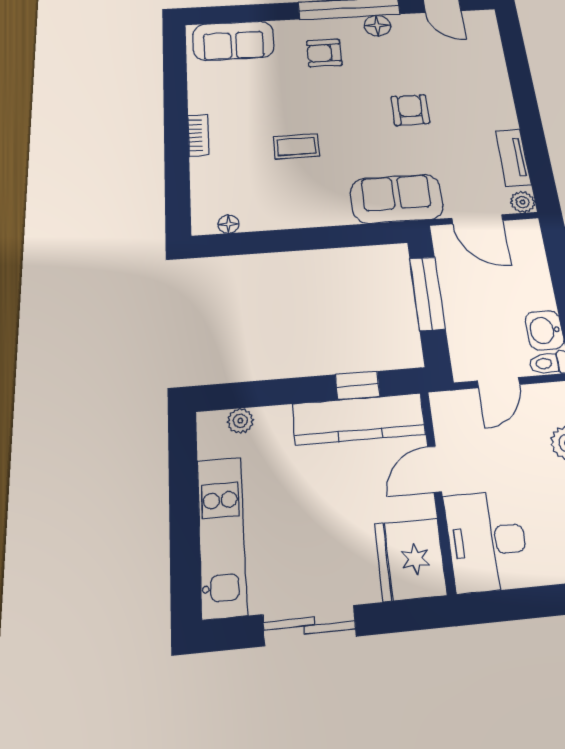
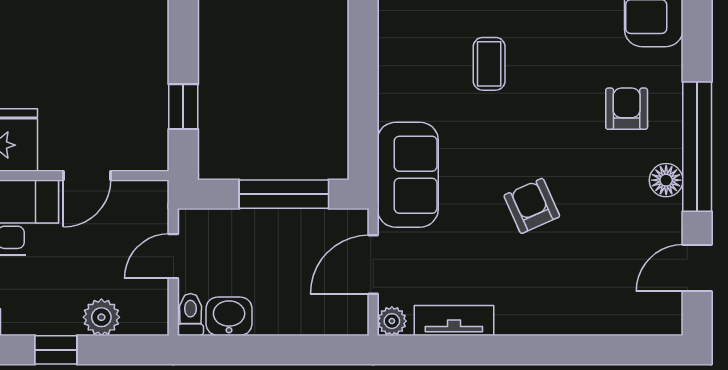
armchair: (410, 110) -> (532, 206), turned -114
door: (499, 383) -> (173, 256), hinge flipped
kitchen counter: (359, 419) -> (147, 104), removed
door: (435, 469) -> (87, 176), swing flipped

